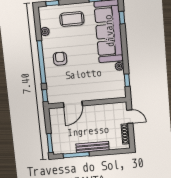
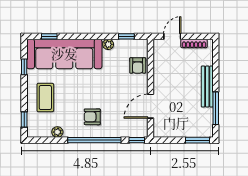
armchair: (104, 91) -> (138, 65), added
door: (73, 104) -> (151, 106), swing flipped

